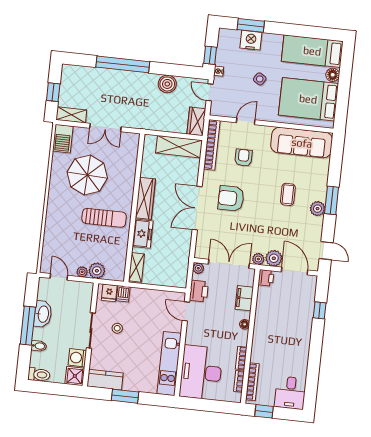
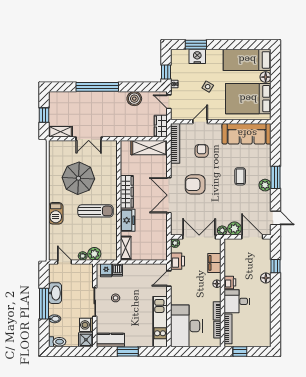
barbecue: (63, 139) -> (56, 213), moved
printer: (266, 278) -> (230, 282), moved
door: (186, 311) -> (169, 278), hinge flipped
floor lamp: (306, 324) -> (266, 278), added
desk: (290, 393) -> (237, 301), moved, turned 90

